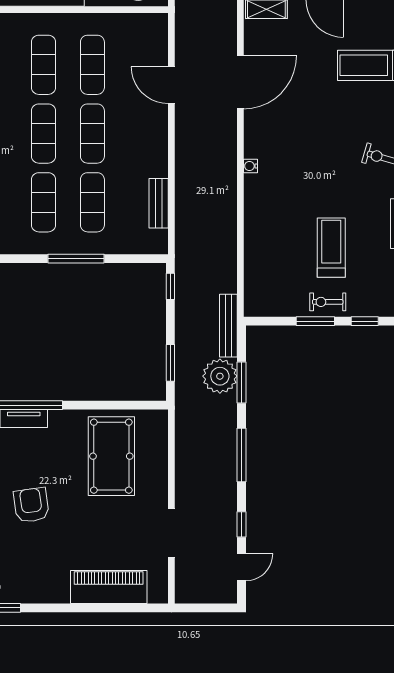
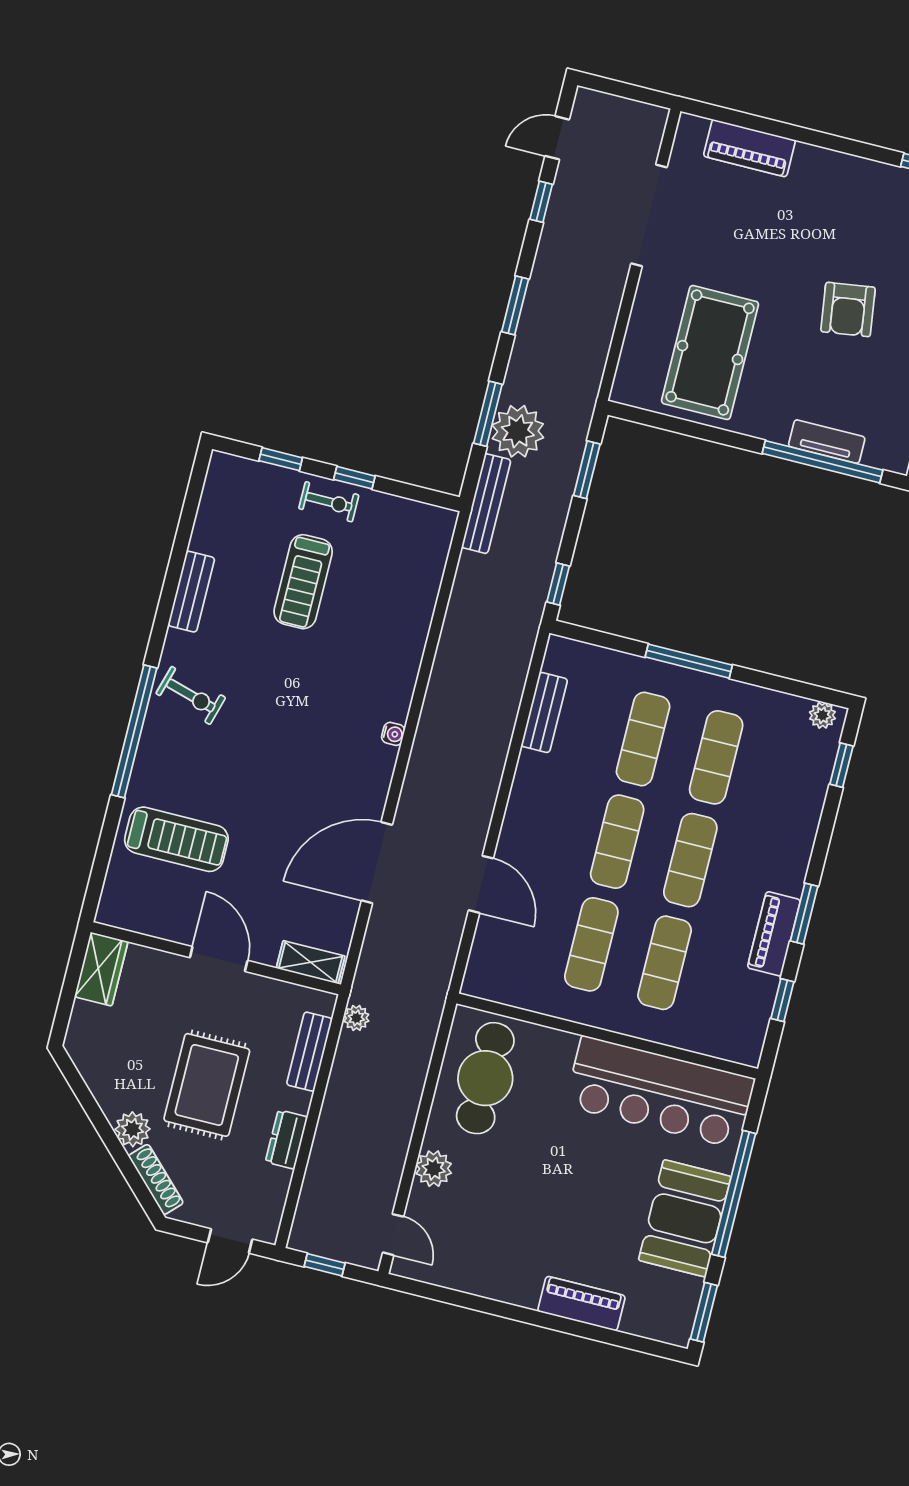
window: (315, 321) -> (354, 478), width x0.67
window: (242, 455) -> (515, 305), width x0.69
doorway: (171, 533) -> (649, 215), width x1.36
piano: (109, 587) -> (749, 148), width x0.73, depth x0.75

